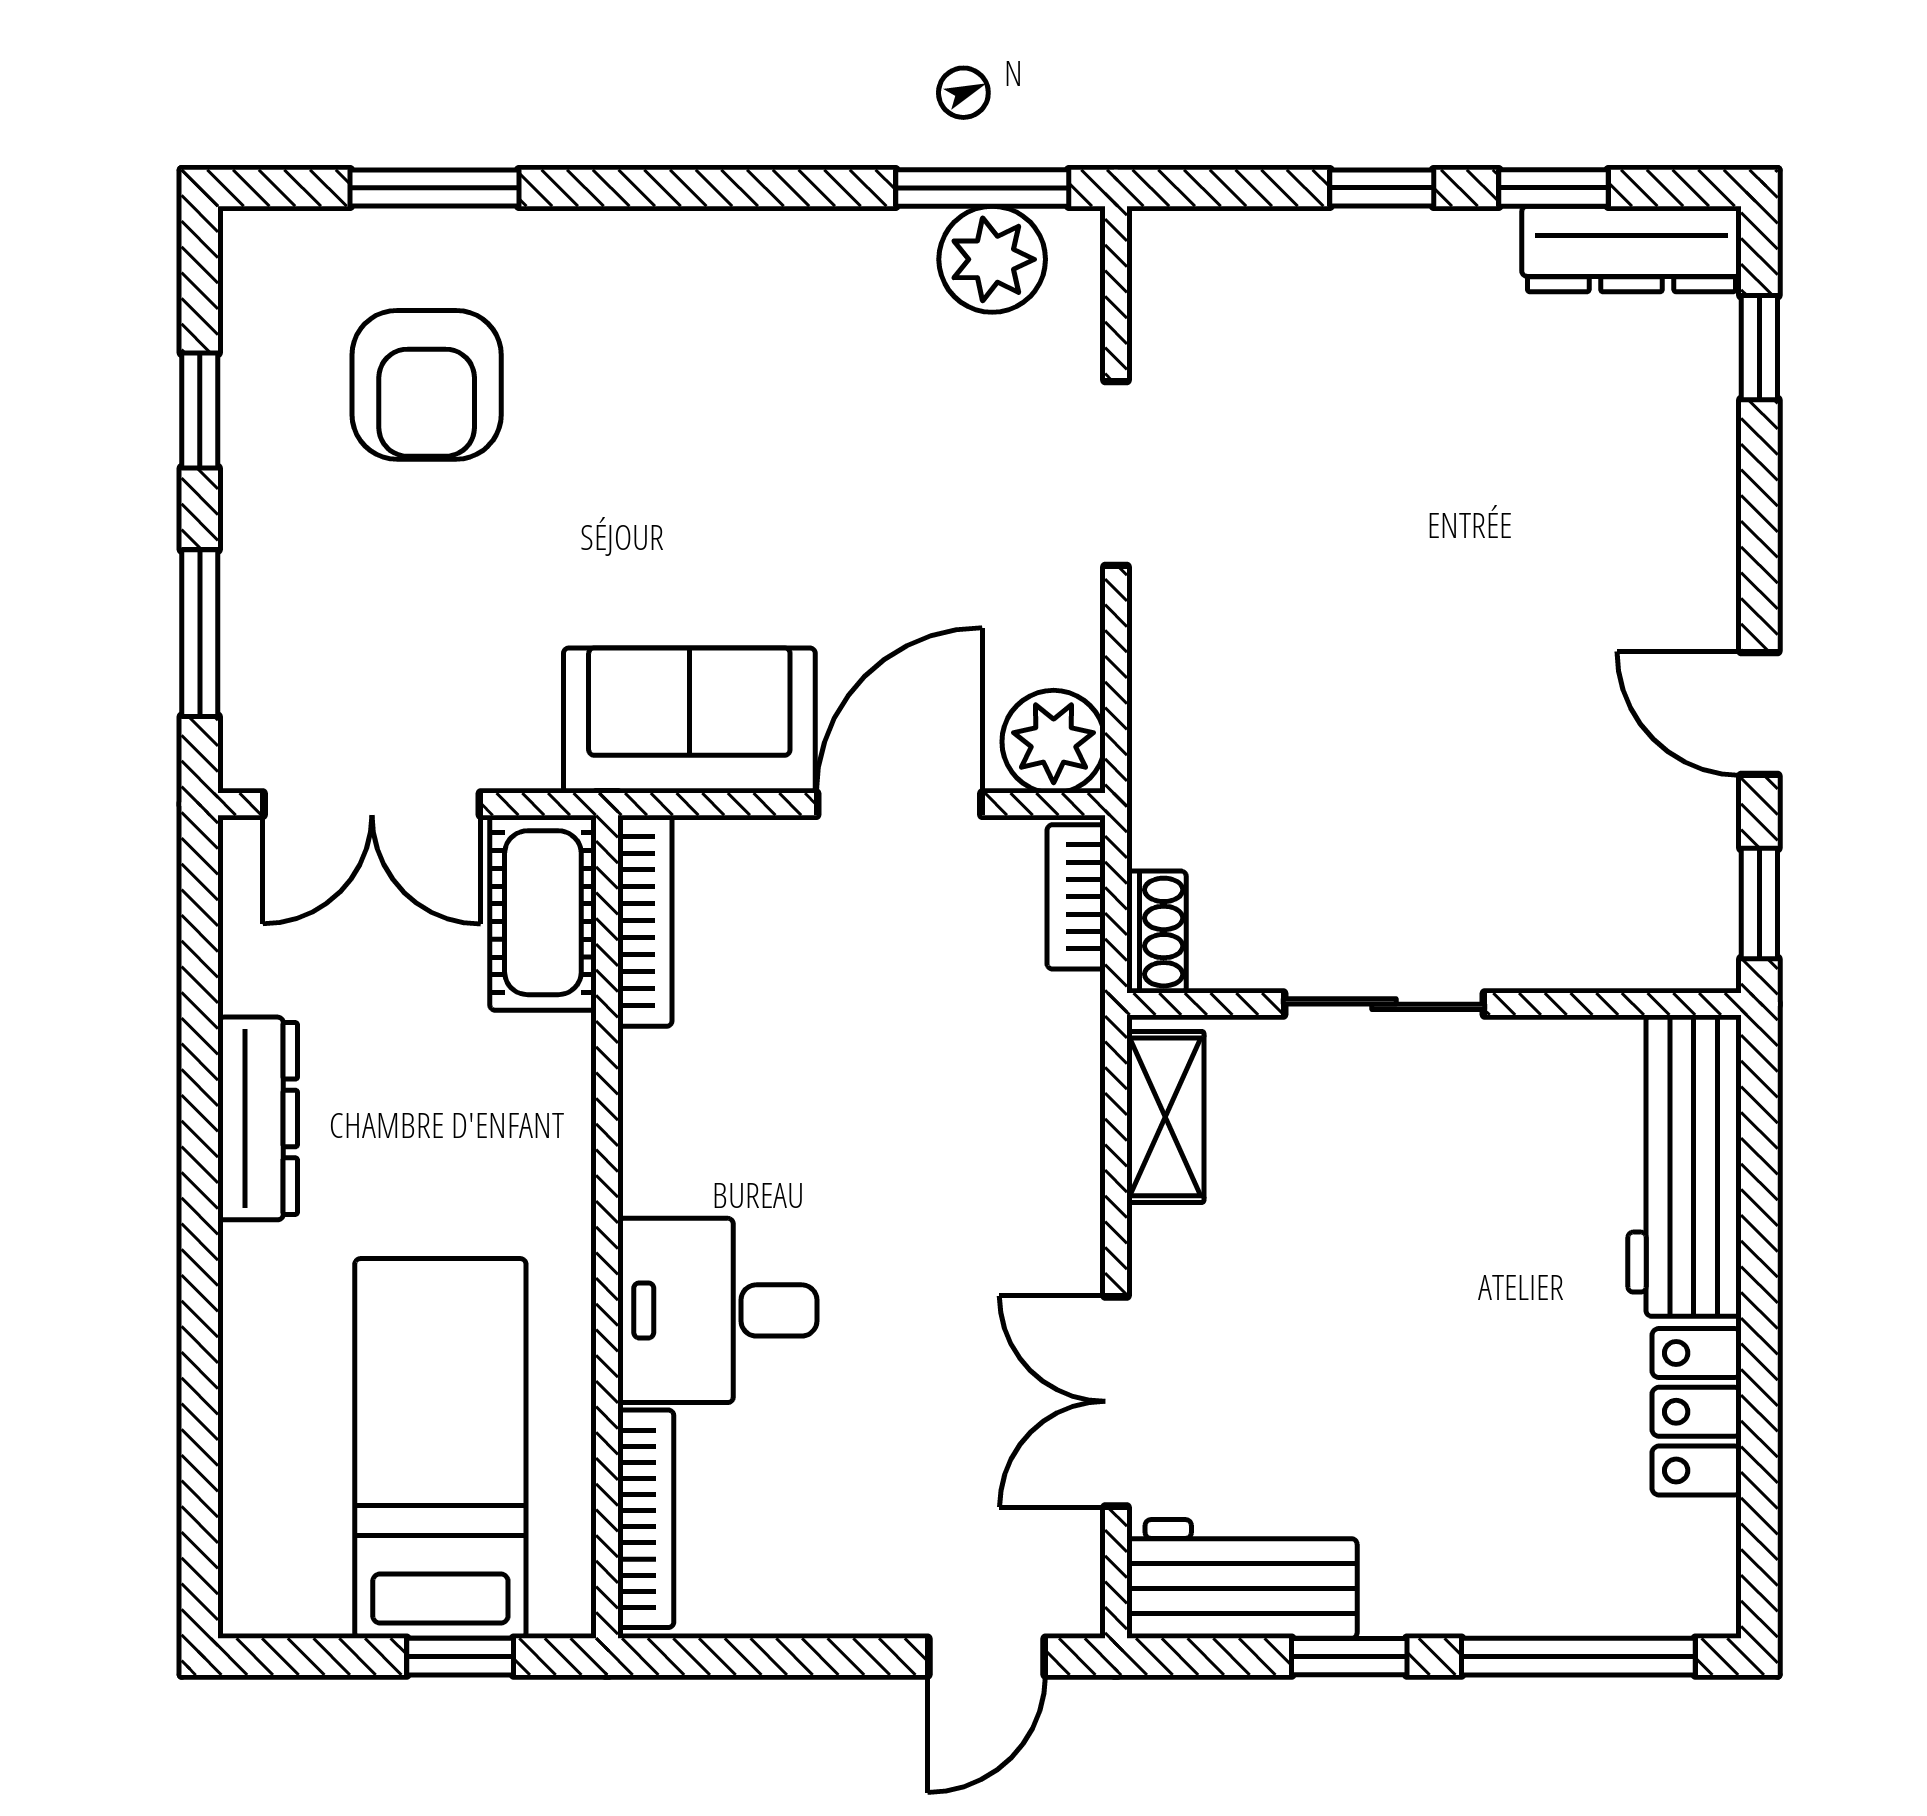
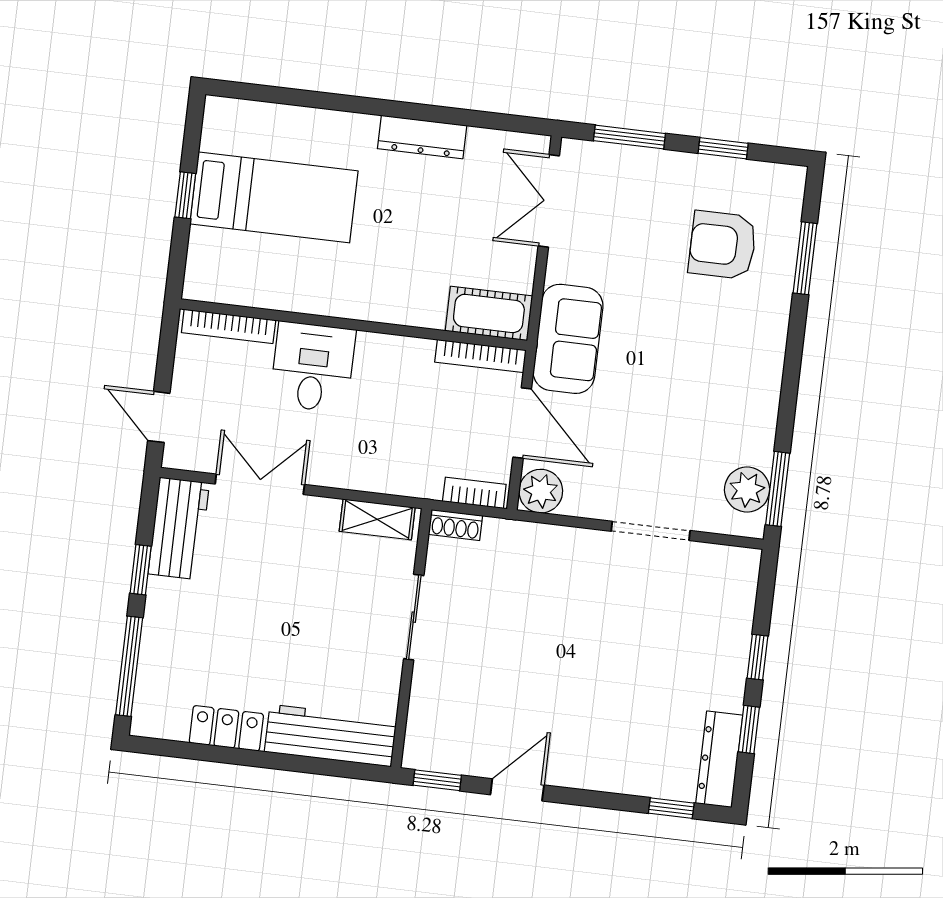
cot: (543, 913) -> (489, 313), moved
bookcase: (645, 921) -> (480, 356), moved
wall: (607, 1227) -> (353, 325), moved
desk: (717, 1310) -> (313, 367), moved
bookcase: (646, 1519) -> (229, 326), moved

